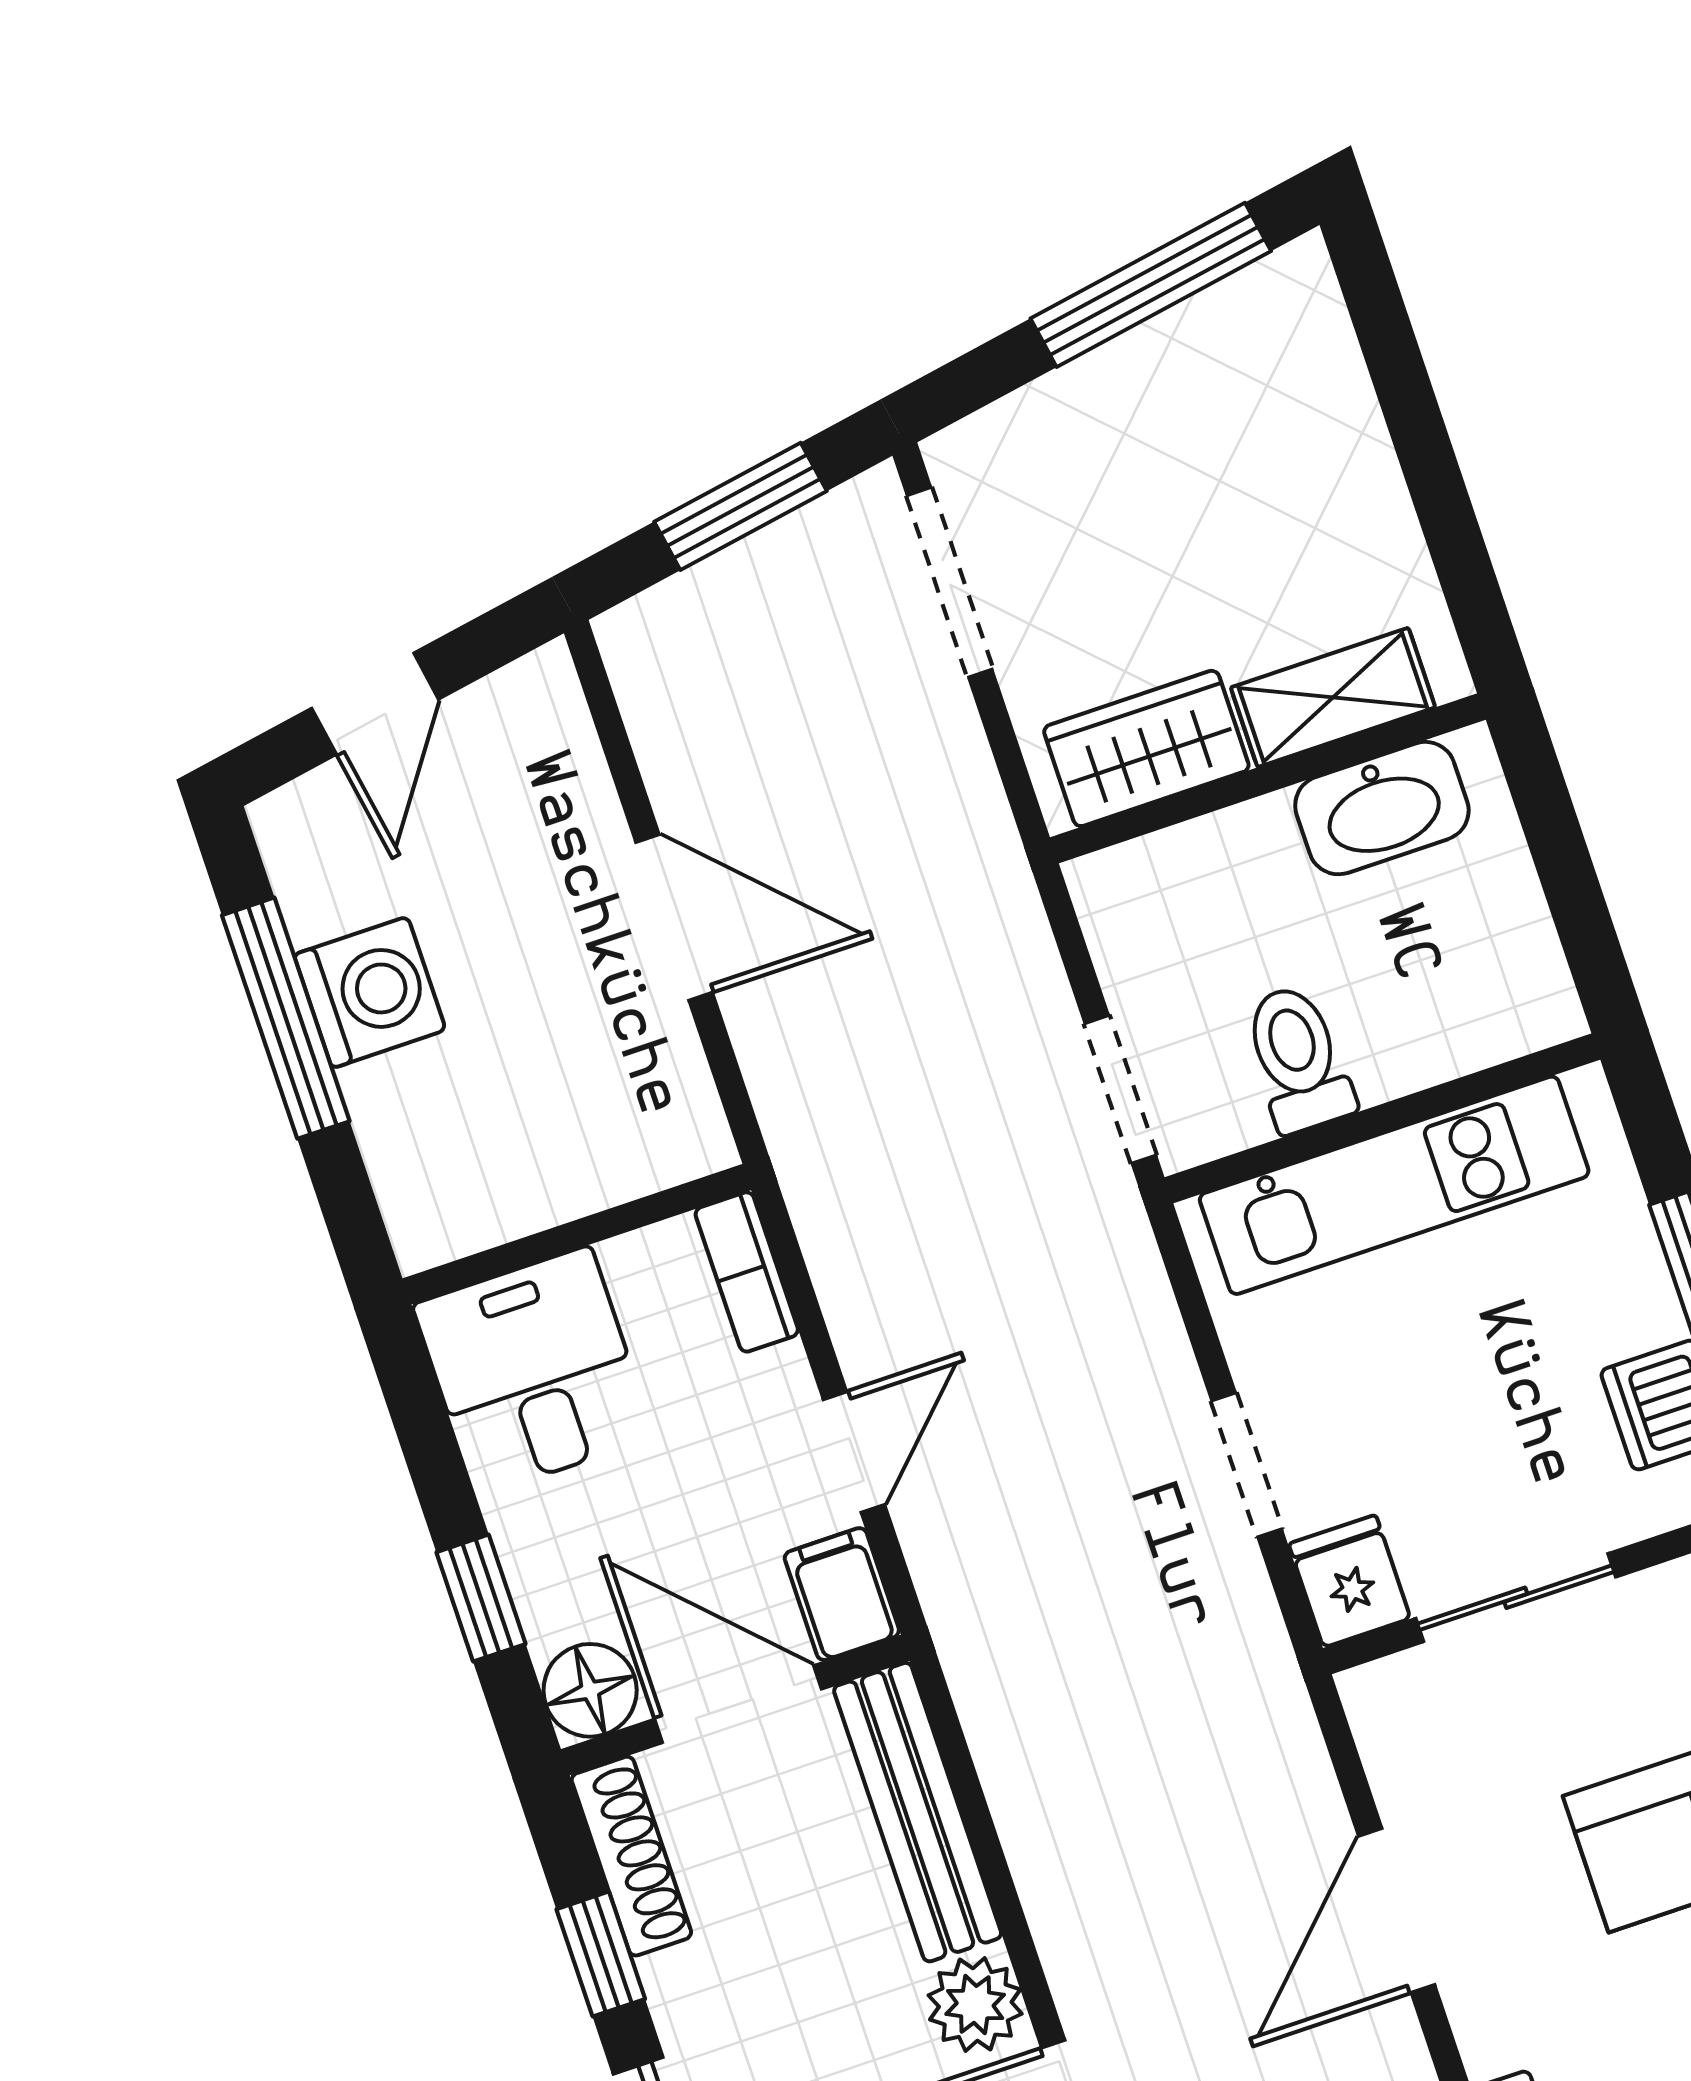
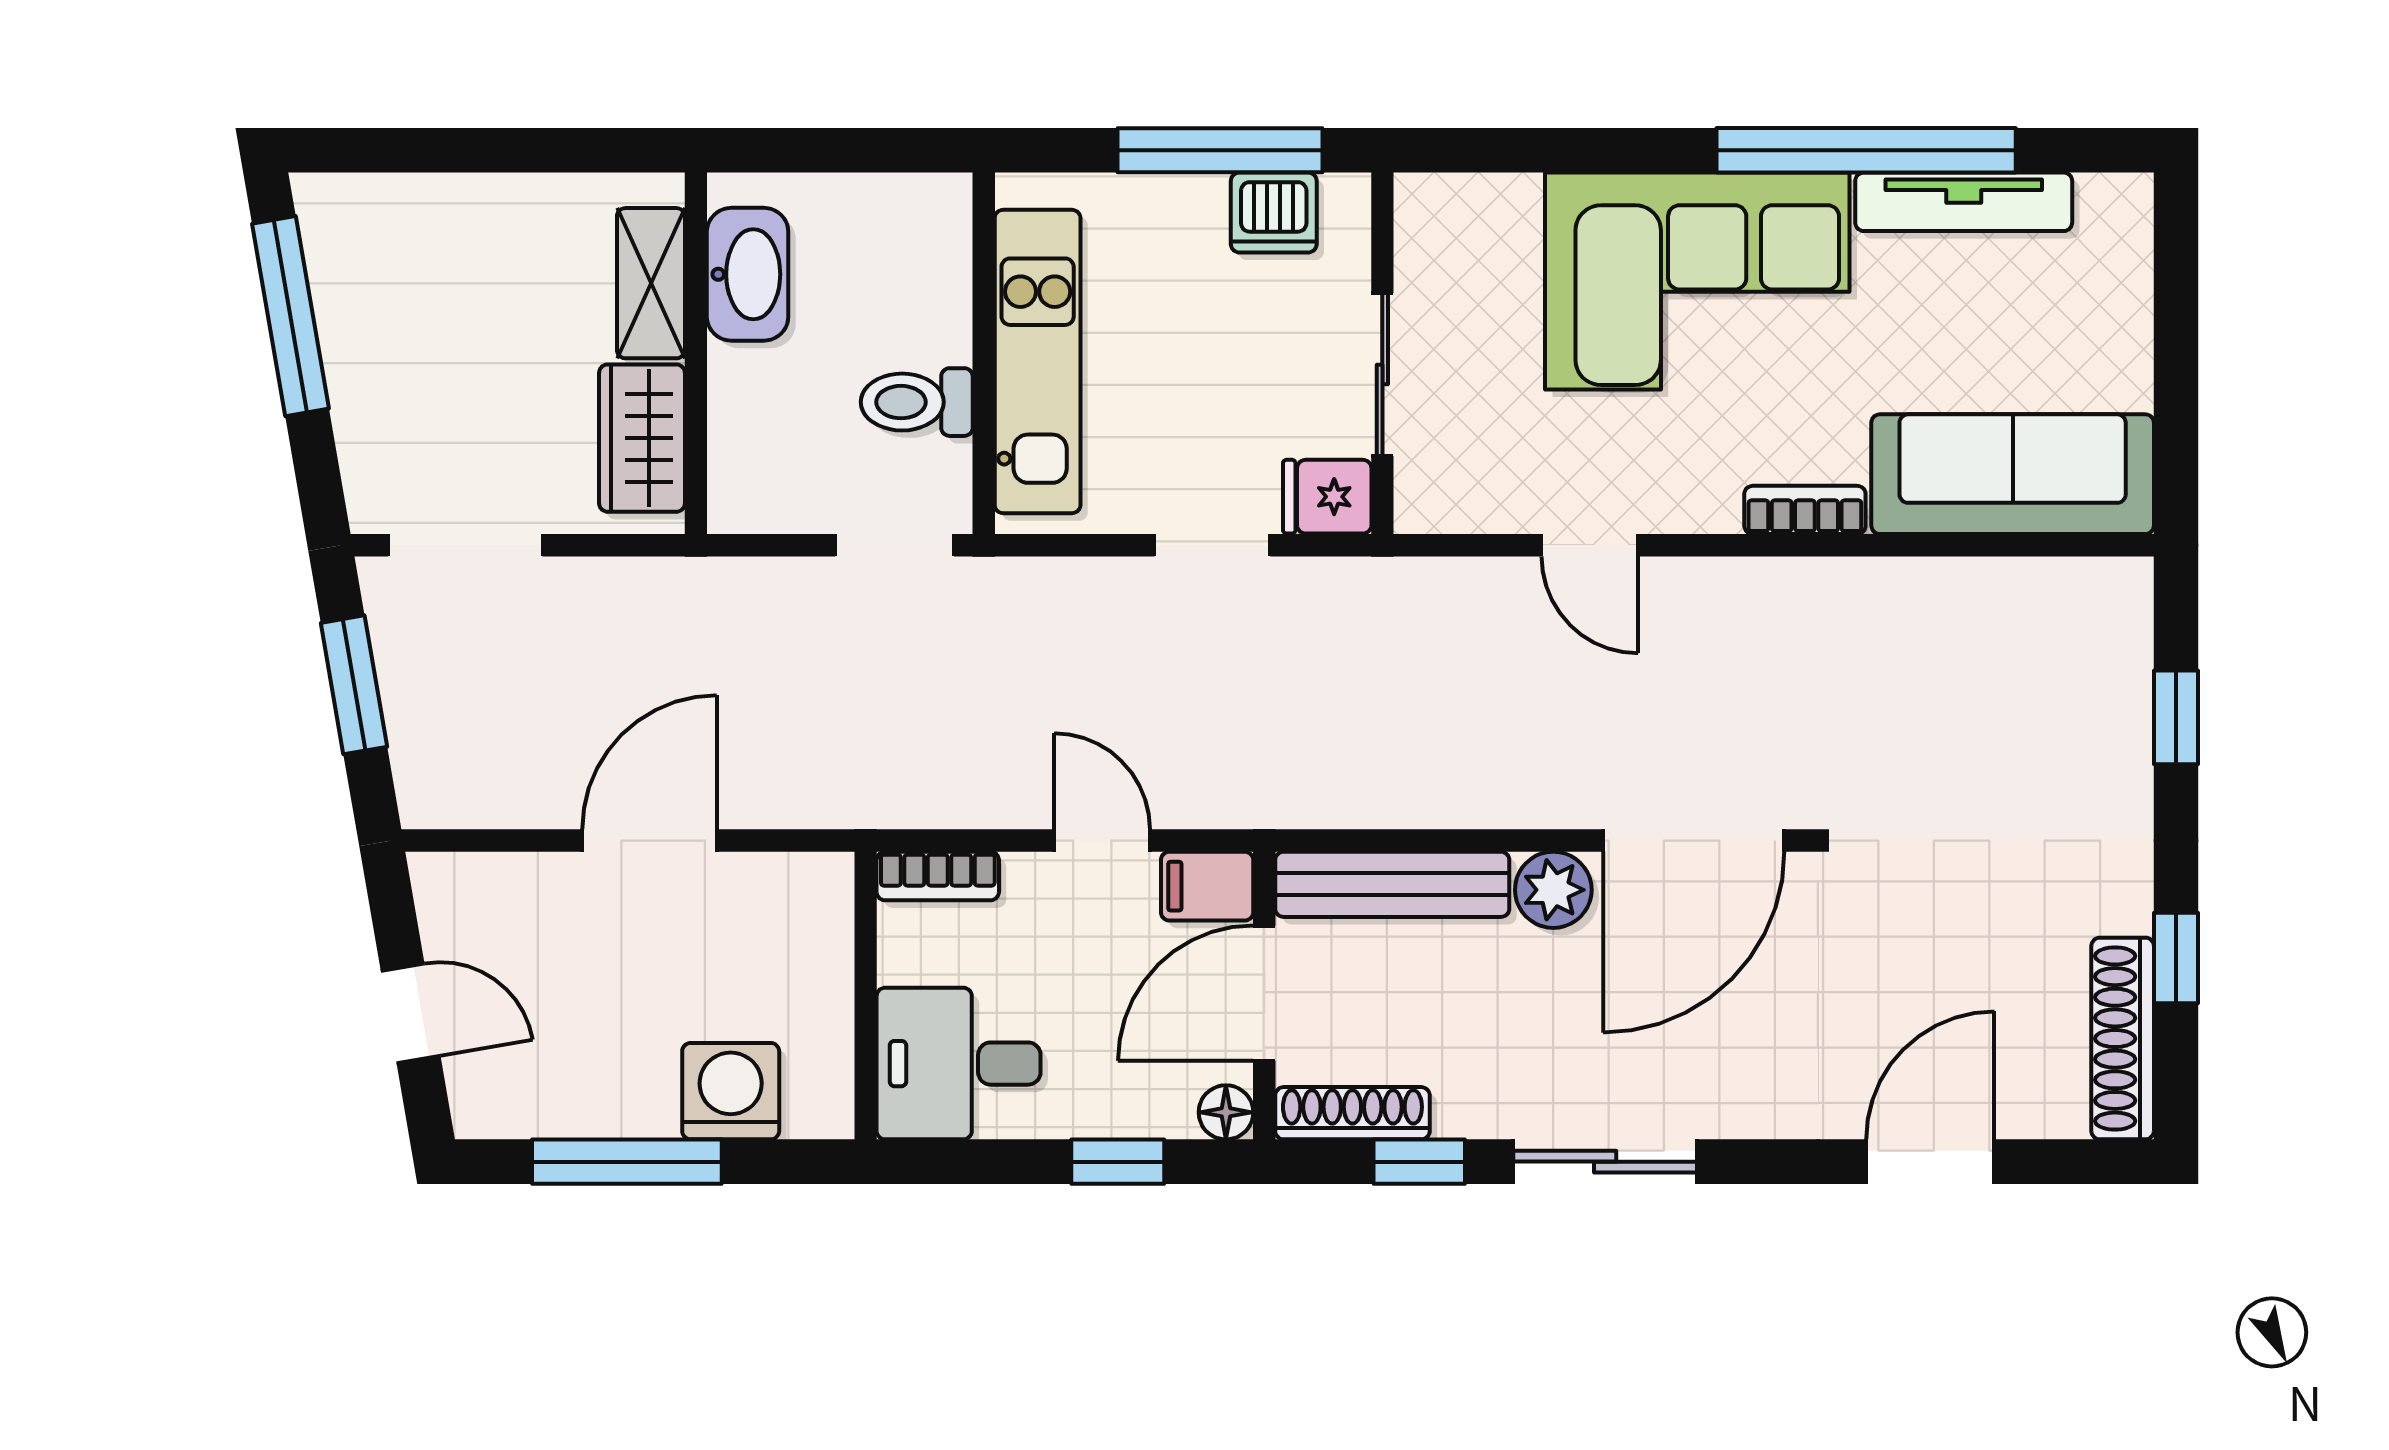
washing machine: (370, 992) -> (731, 1091), moved
floor lamp: (590, 1690) -> (1226, 1112), width x0.73, depth x0.73
door: (1397, 1911) -> (1590, 545), width x0.73

